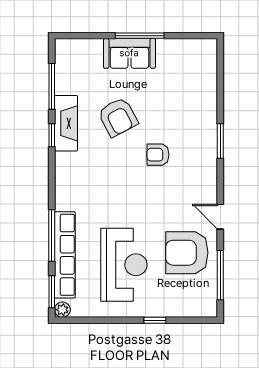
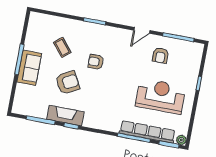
coffee table: (171, 99) -> (62, 47), added
armchair: (158, 155) -> (96, 62), turned 90
armchair: (187, 253) -> (160, 55), width x0.53, depth x0.53

